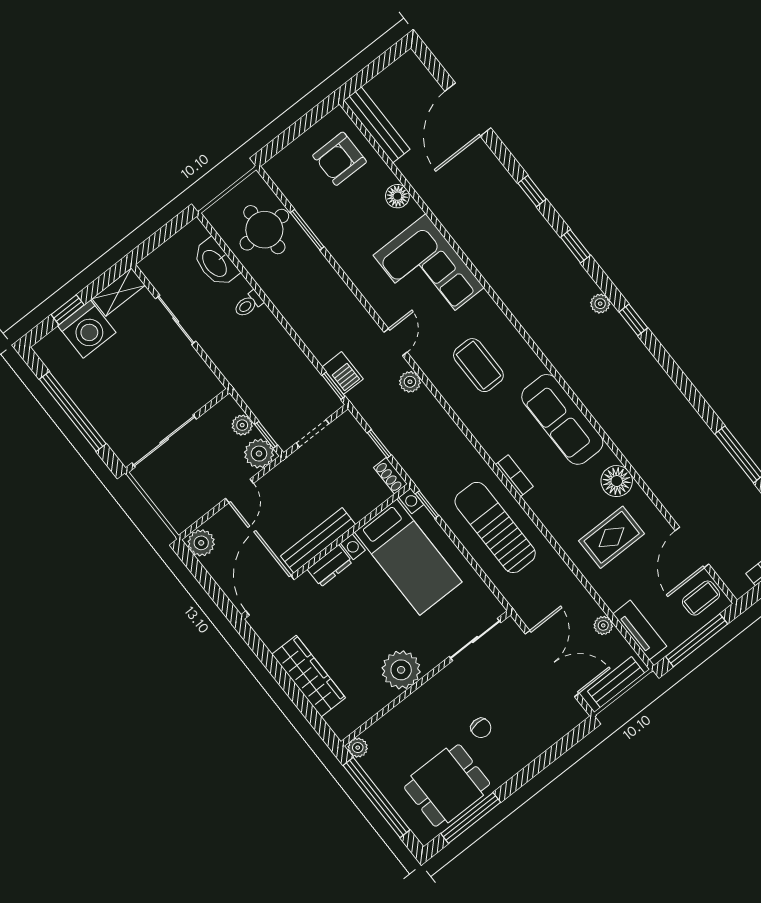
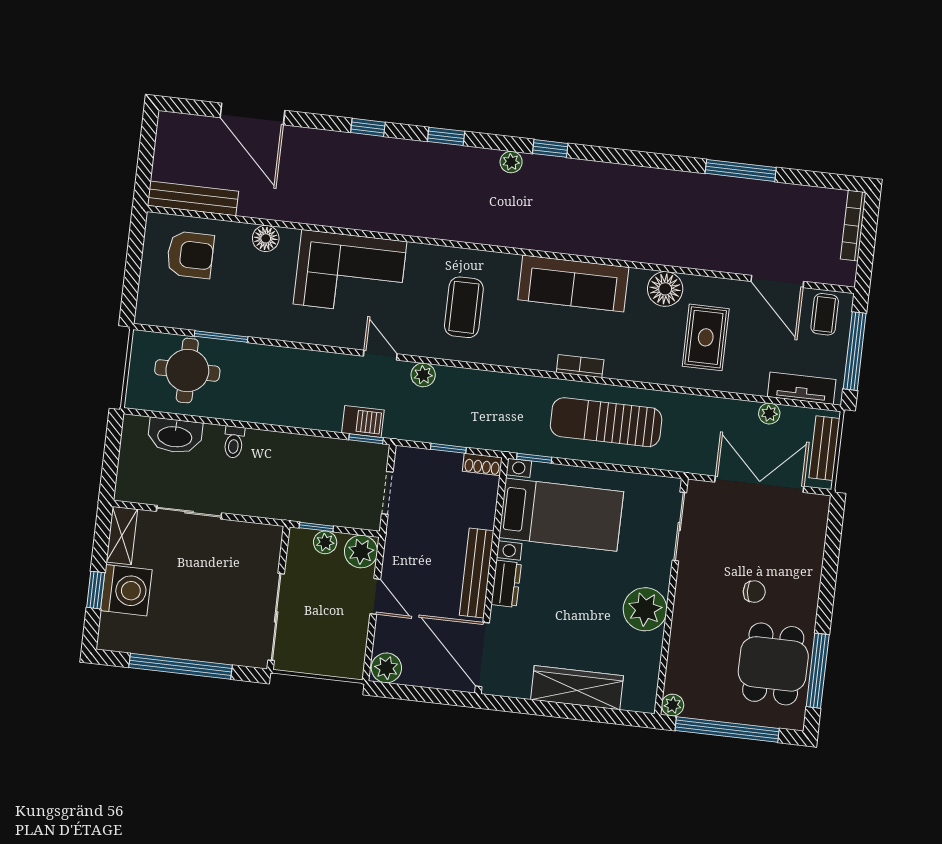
armchair: (340, 159) -> (190, 255), turned -90
coffee table: (478, 365) -> (464, 307), turned 90
window: (266, 435) -> (316, 527), moved

